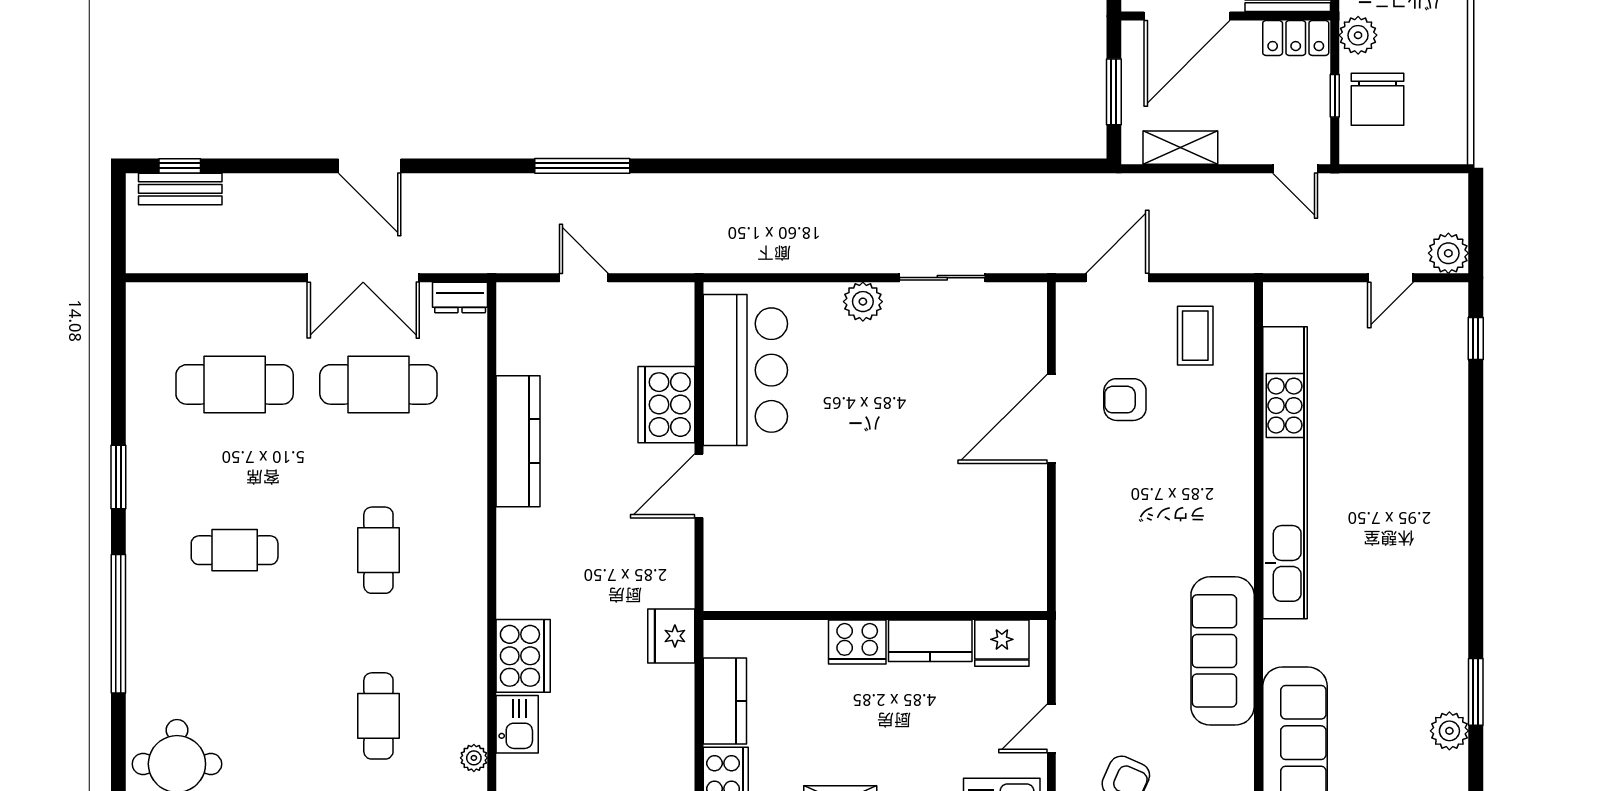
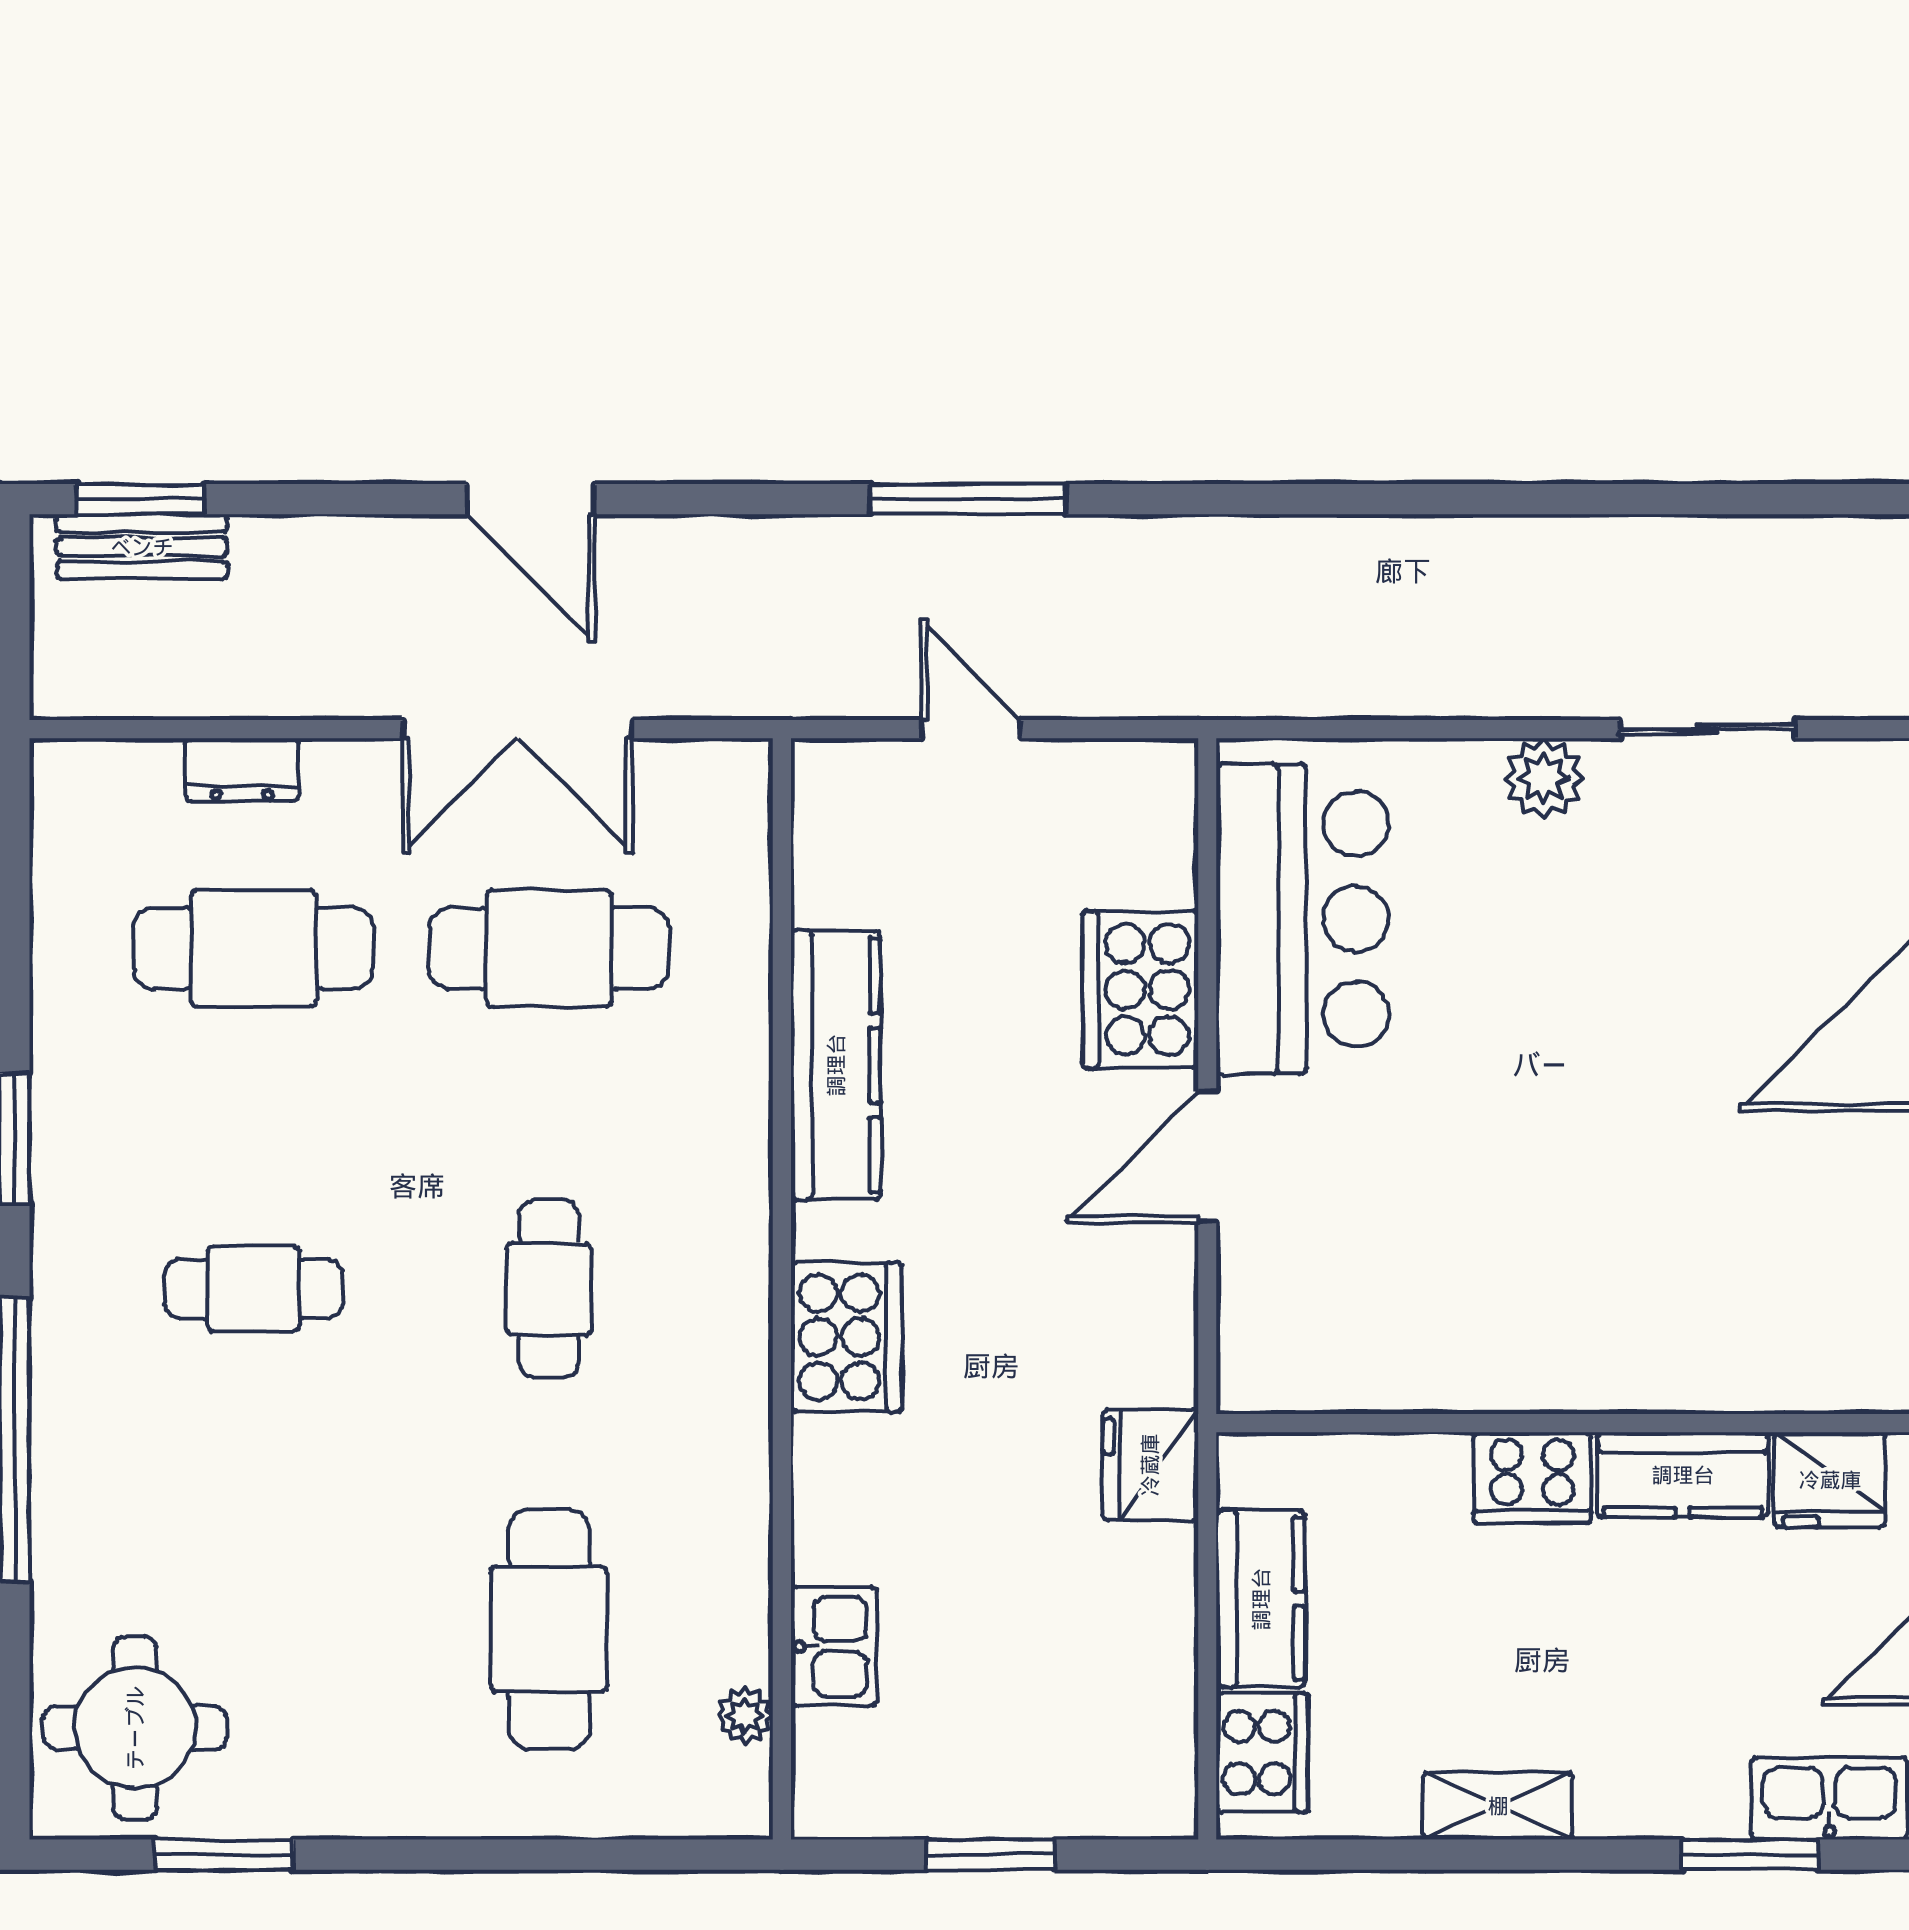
window: (180, 166) -> (141, 499), width x1.50
dresser: (460, 297) -> (242, 770), moved
cooker: (523, 656) -> (846, 1337), moved
cafe table: (378, 716) -> (549, 1629), width x1.37, depth x1.35

